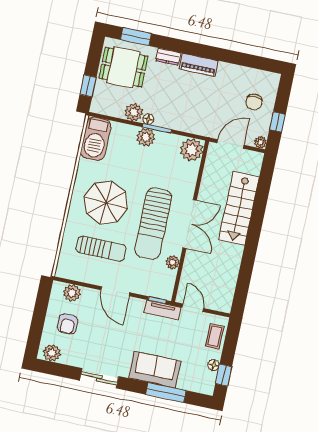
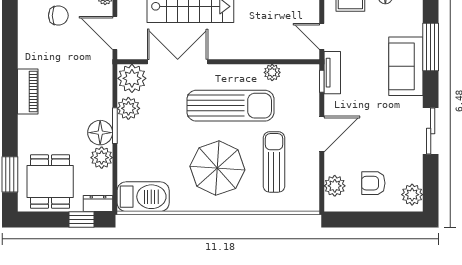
dresser: (168, 57) -> (98, 203), moved, turned -90
floor lamp: (148, 119) -> (100, 133), width x1.89, depth x1.89
plant: (146, 137) -> (128, 108), moved
double door: (190, 224) -> (178, 62), moved
door: (193, 308) -> (322, 36), hinge flipped
armchair: (68, 324) -> (373, 183), turned 180

